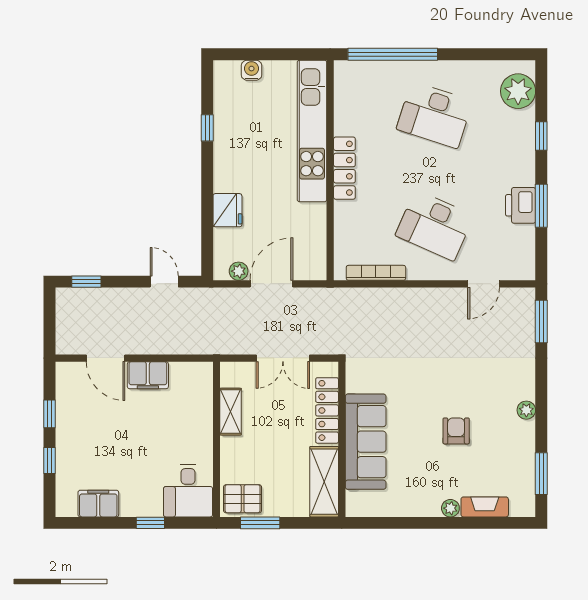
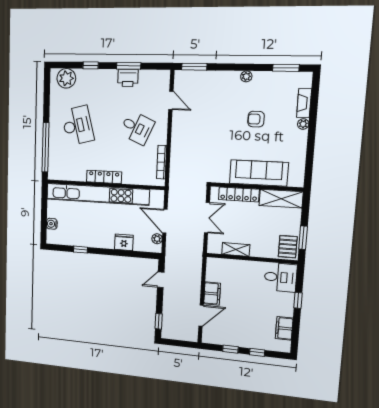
desk: (435, 115) -> (78, 126), turned -33
kitchen unit: (312, 131) -> (97, 194), width x1.36
desk: (435, 225) -> (137, 128), width x0.73

